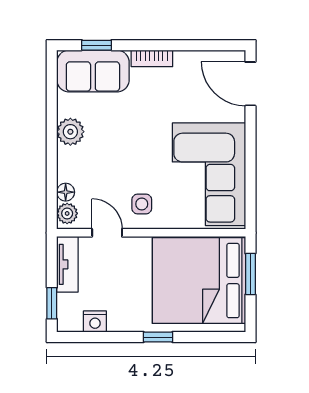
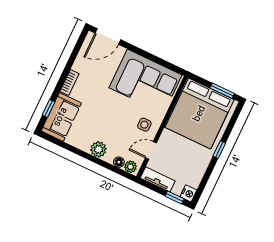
plant: (70, 132) -> (98, 149), moved
window: (250, 274) -> (222, 91), moved
nightstand: (95, 322) -> (188, 193), moved

